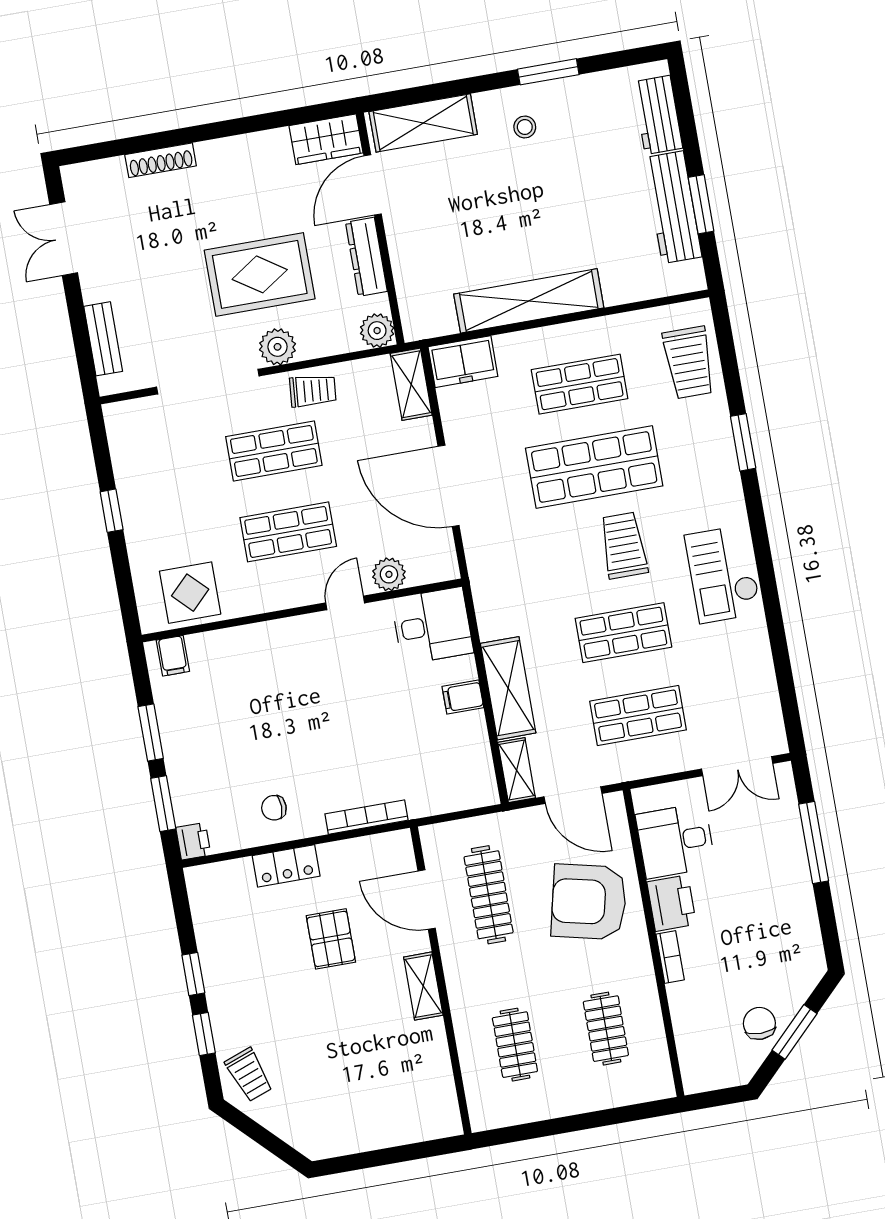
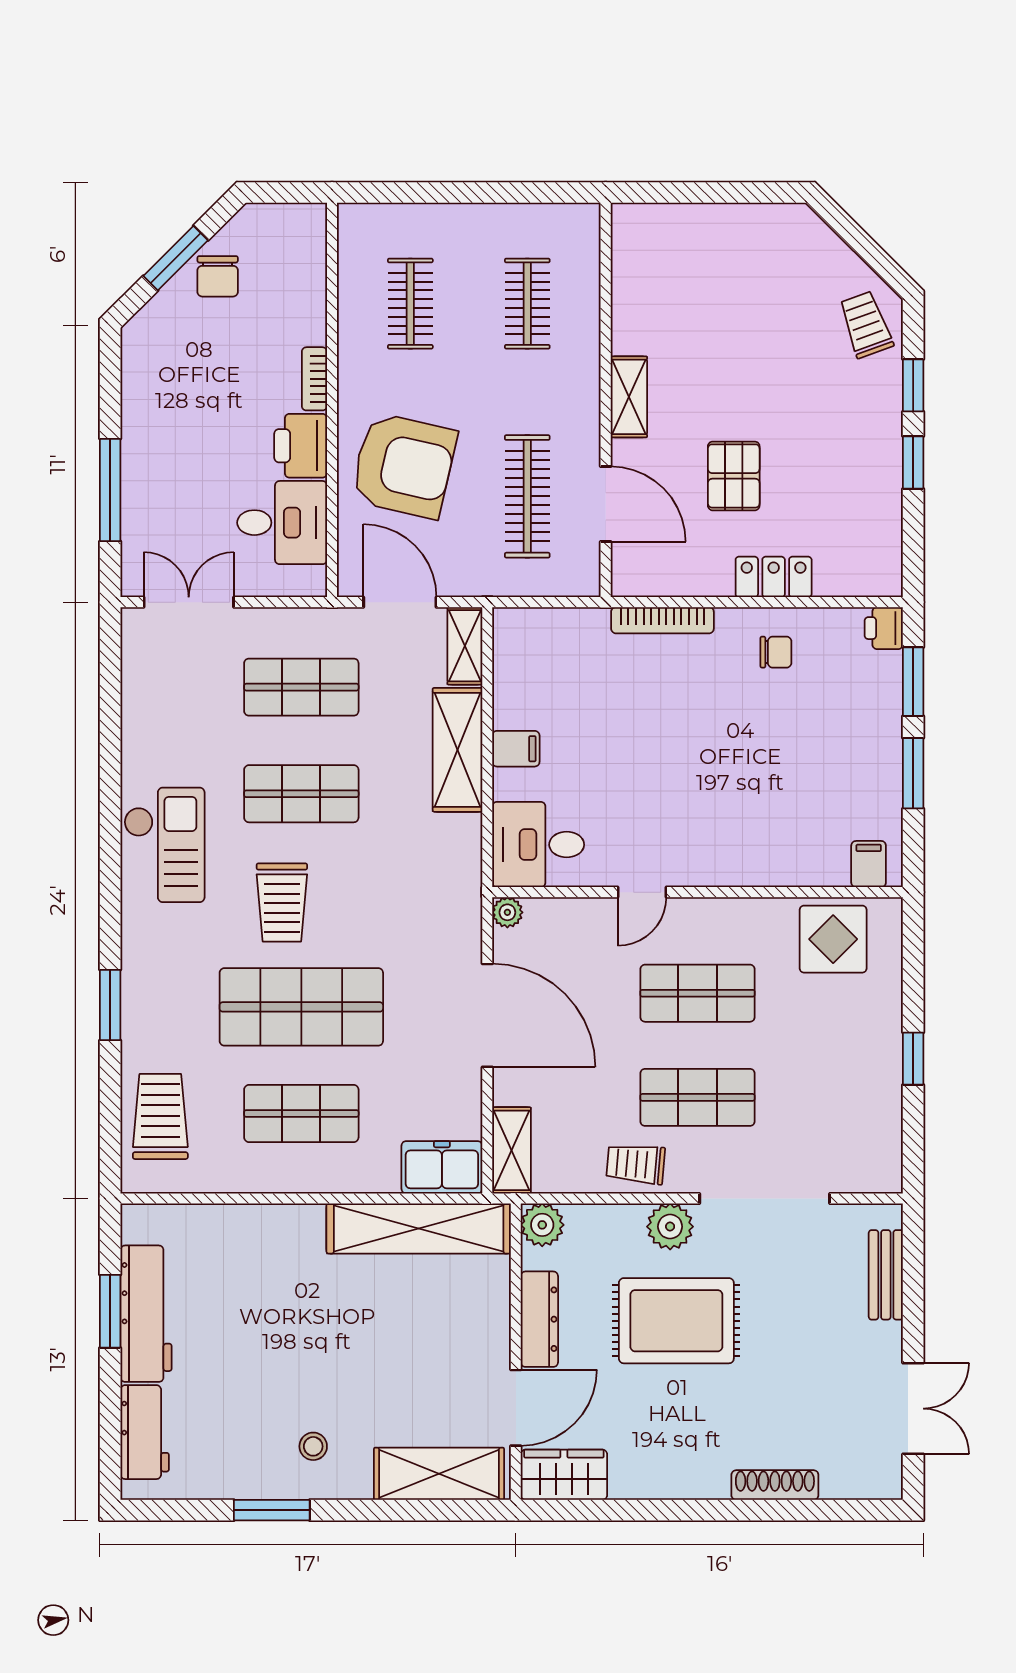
shelving: (529, 301) -> (419, 1228), moved
plant: (389, 574) -> (507, 912), moved, width x0.73, depth x0.73

